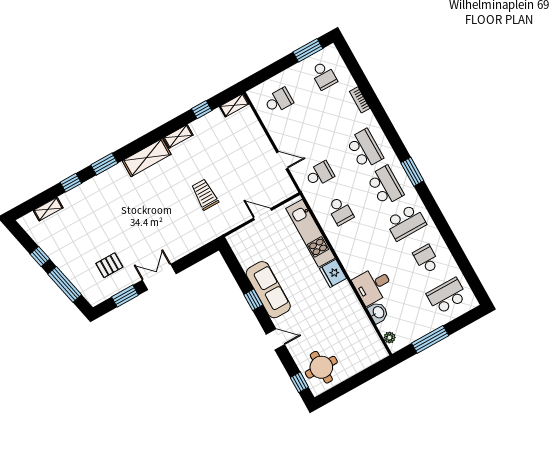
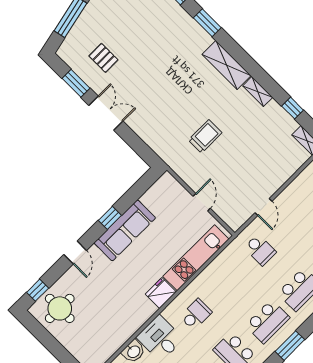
school desk: (340, 211) -> (196, 314), moved, turned 180

